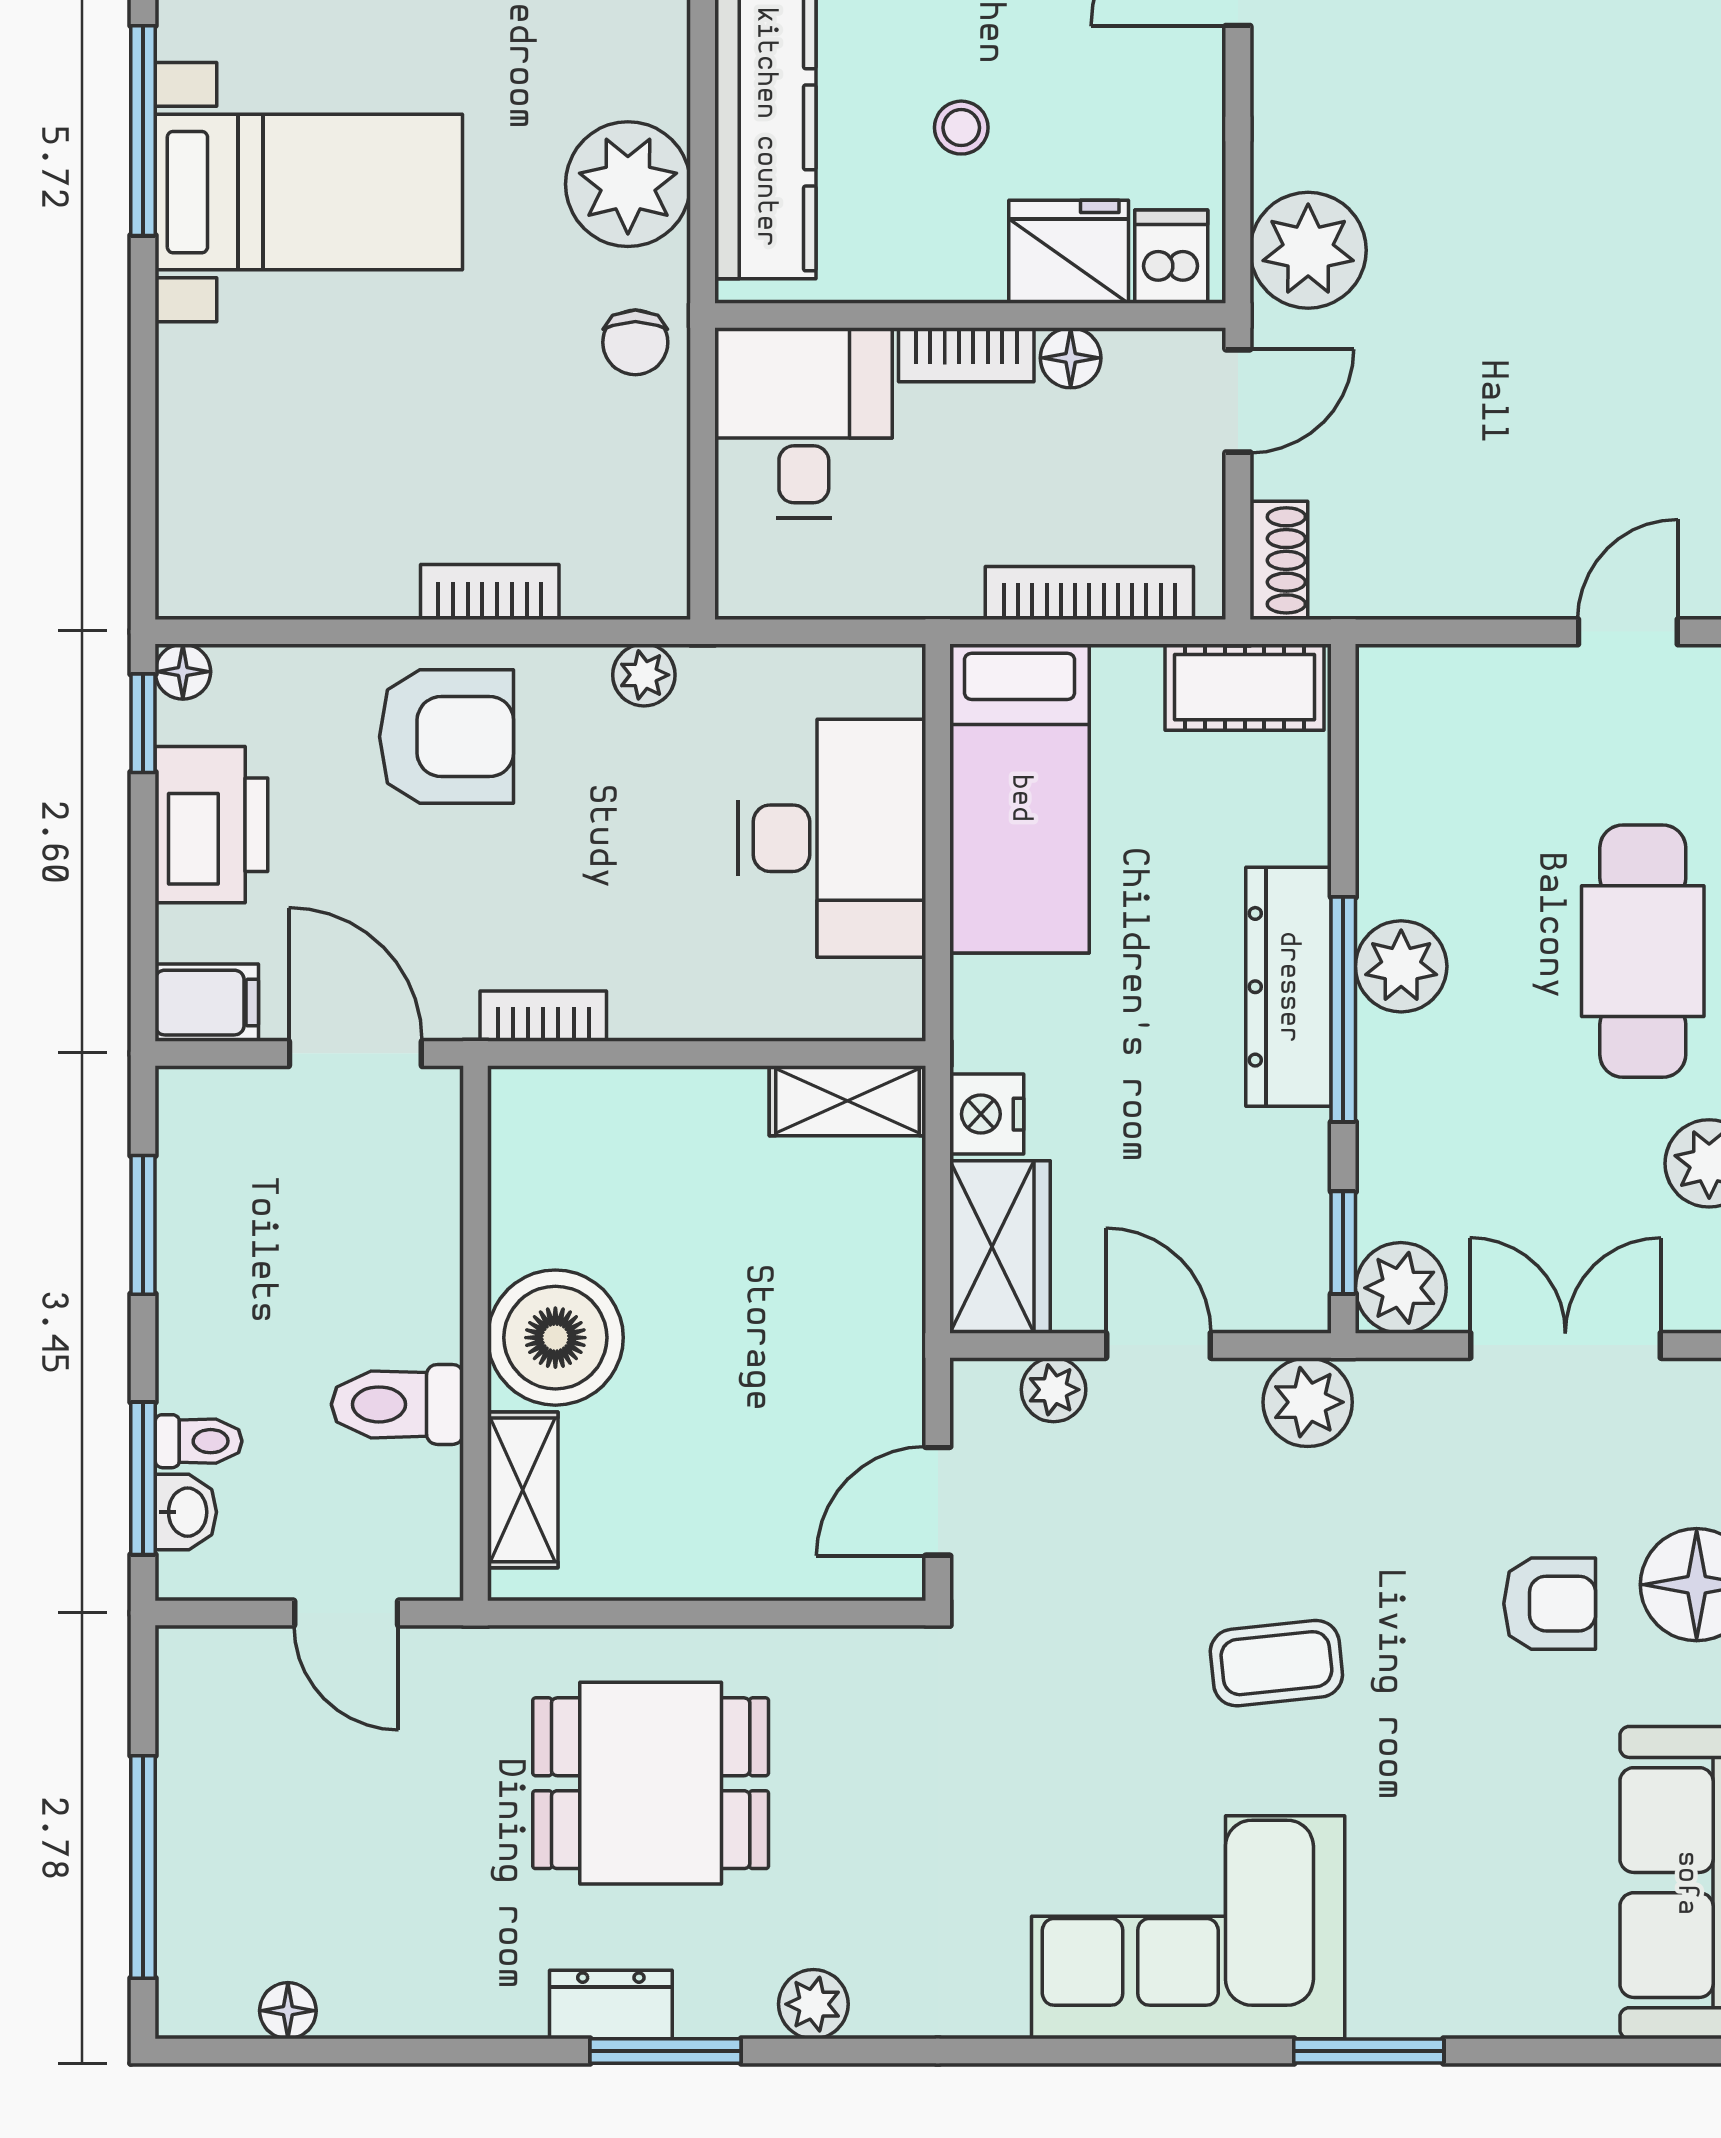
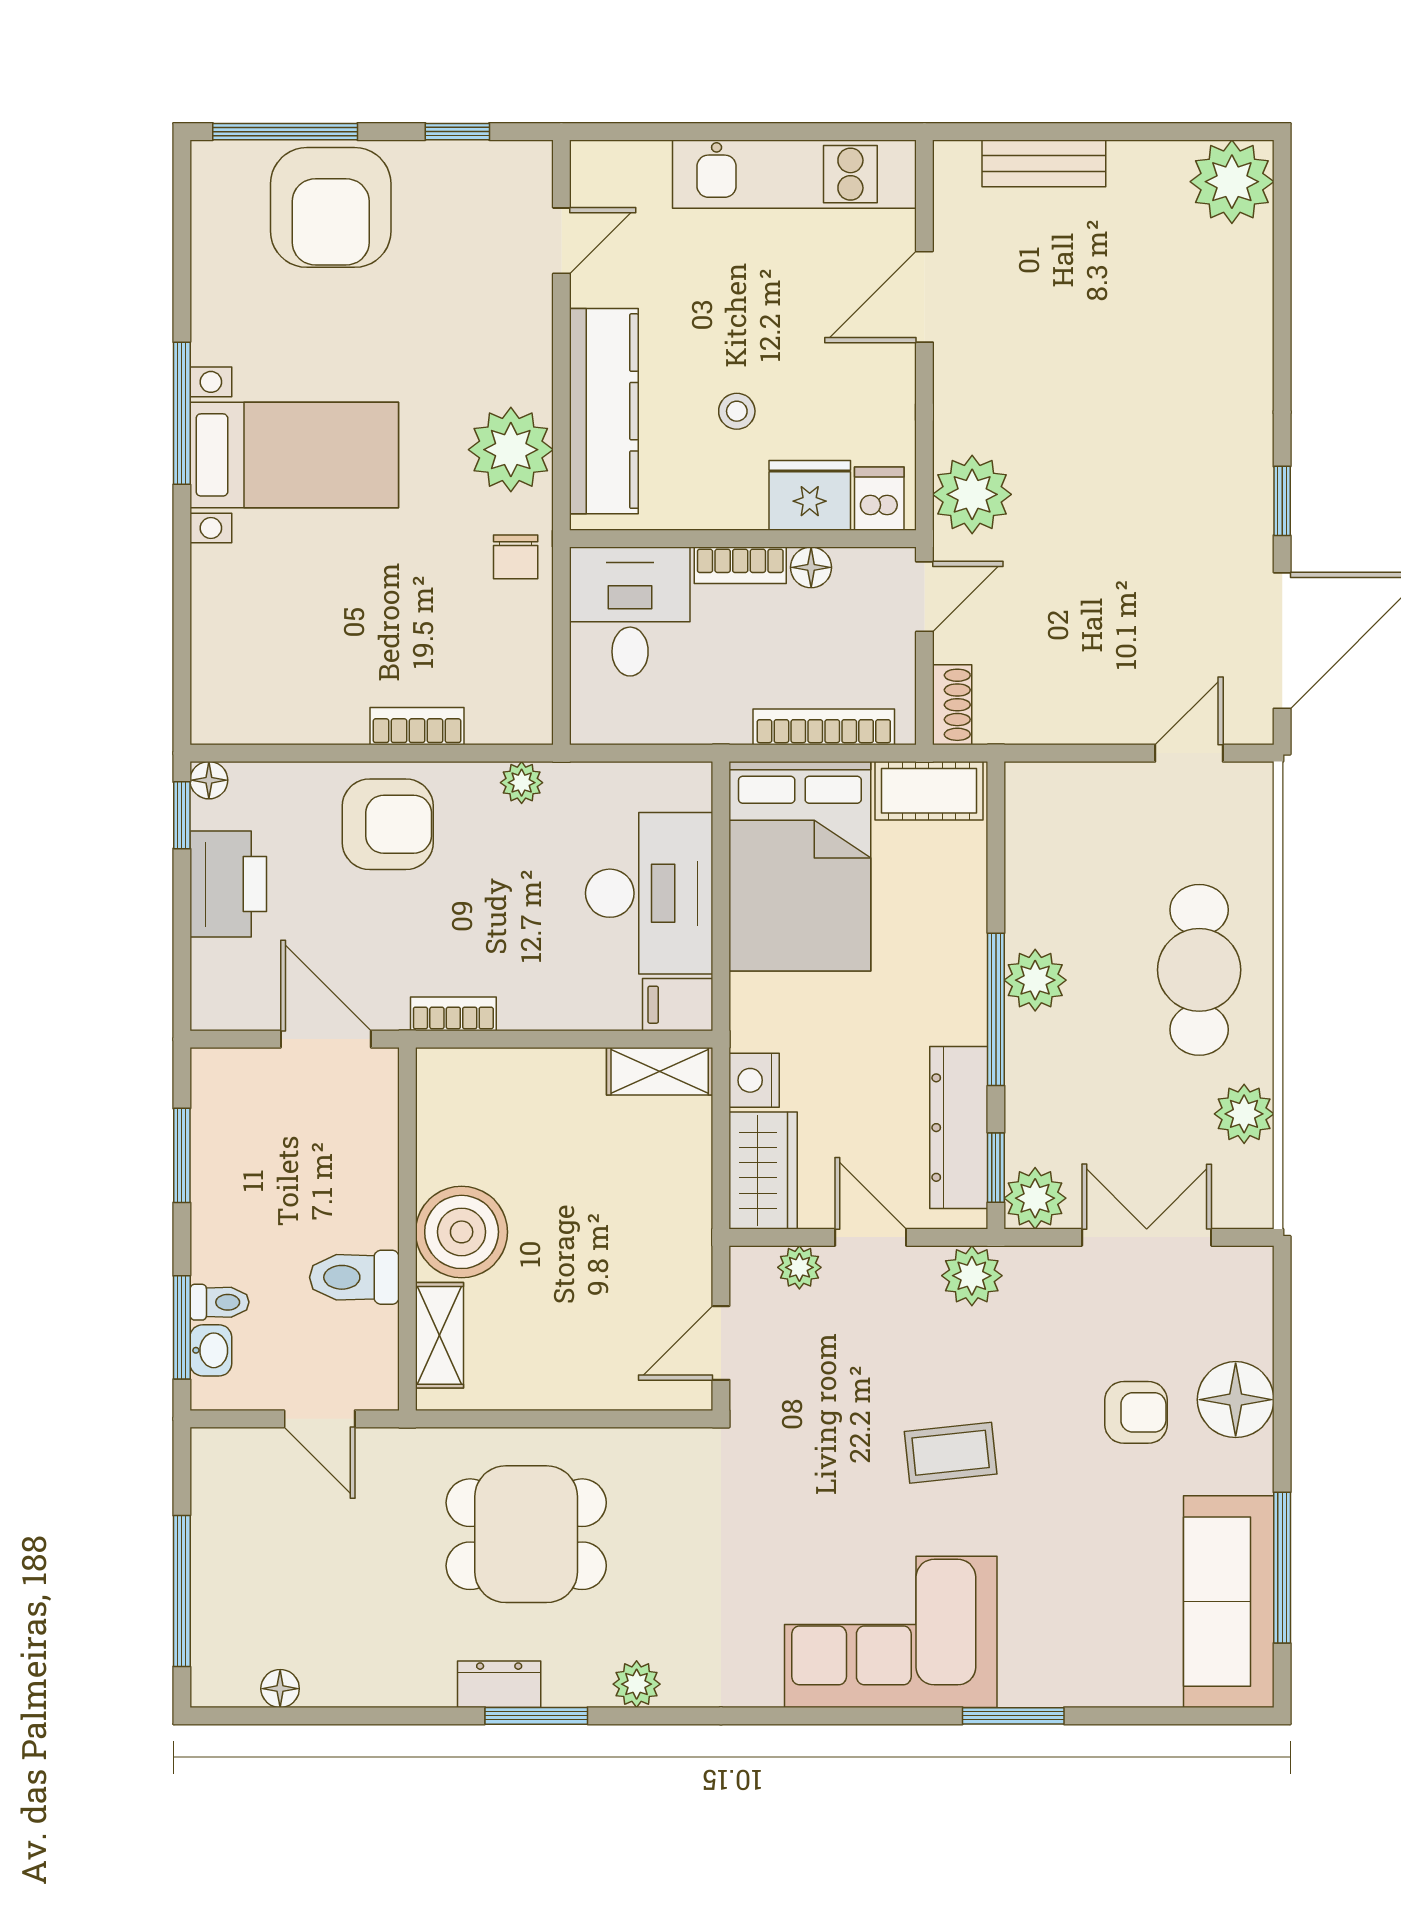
bed: (1020, 798) -> (800, 866), width x1.50
dresser: (1288, 987) -> (959, 1128), moved
filing cabinet: (207, 1003) -> (678, 1005), moved, turned 180

